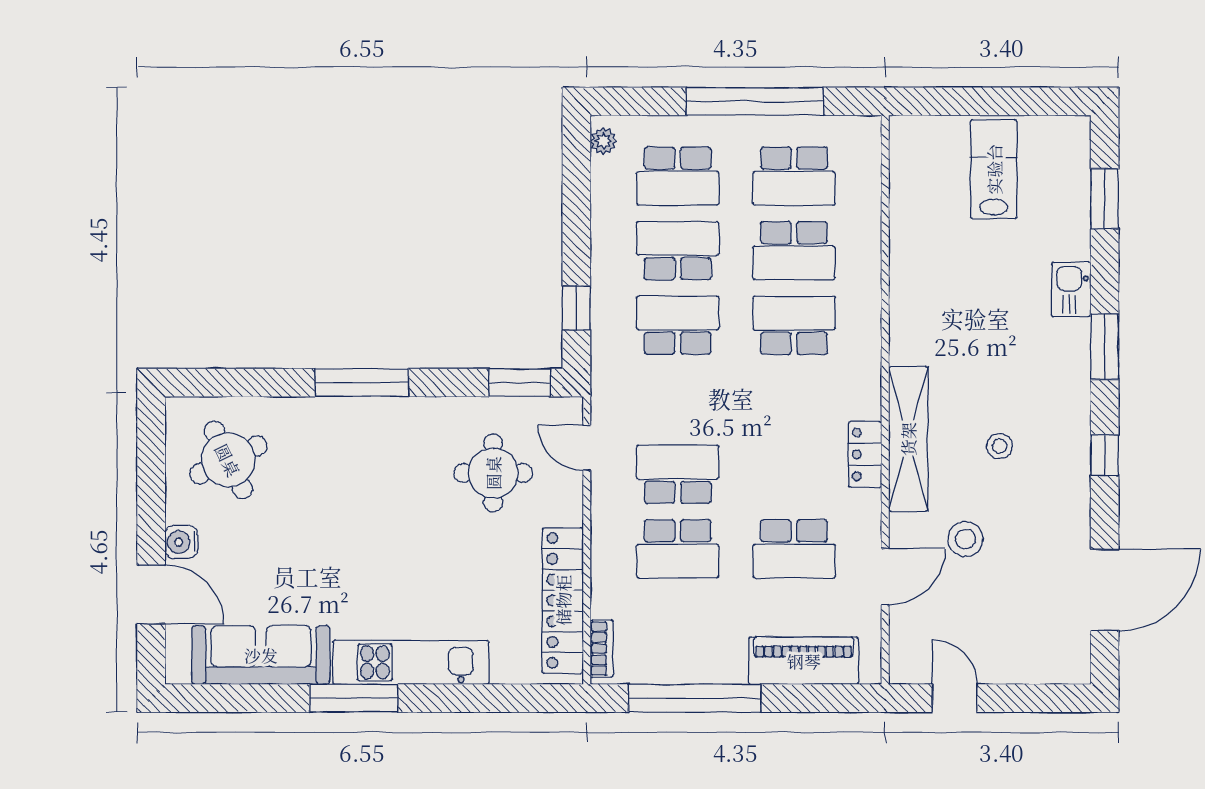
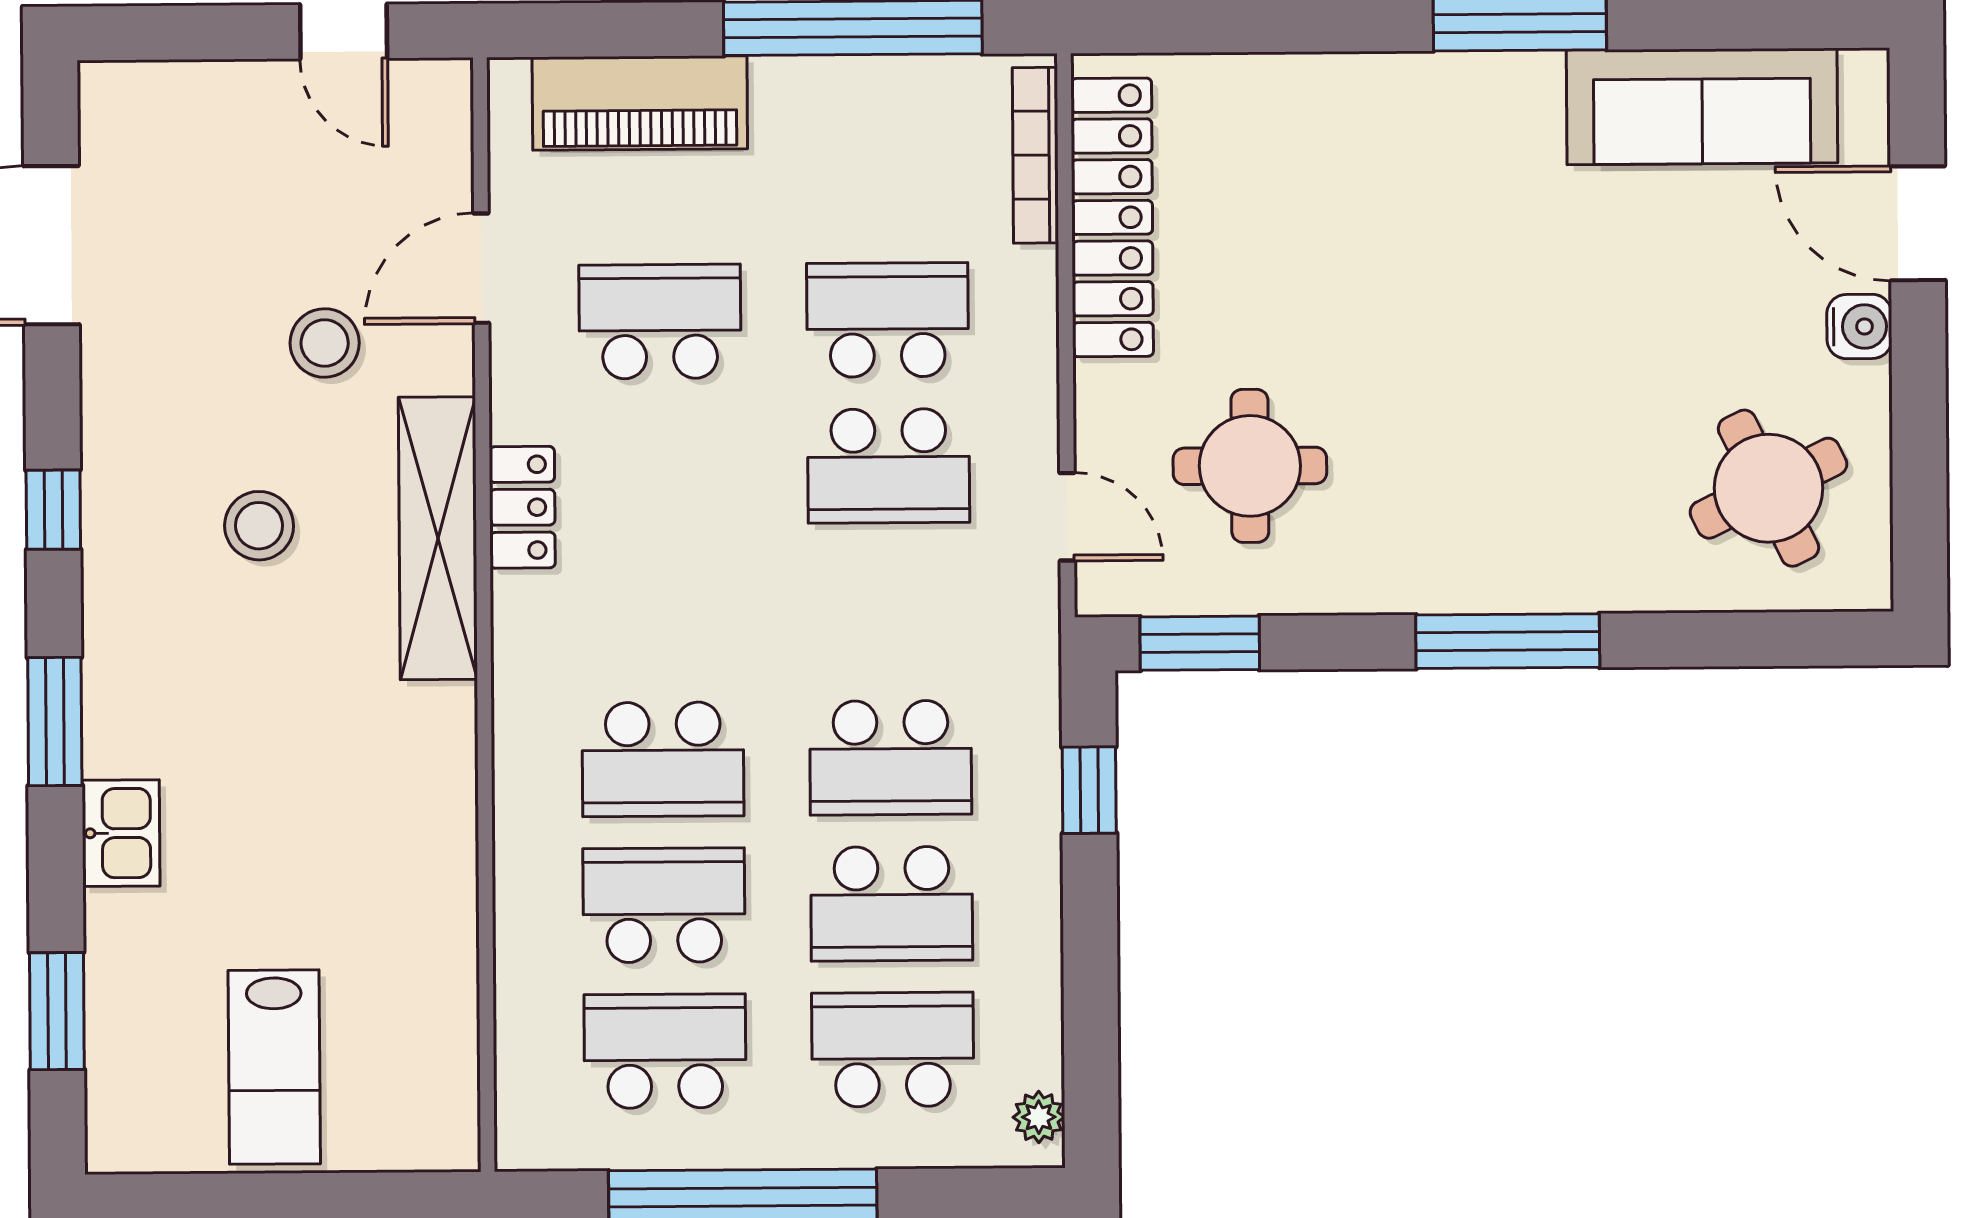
stool: (1000, 446) -> (259, 526), width x1.37, depth x1.37
bookcase: (602, 649) -> (1035, 155), width x1.56
kitchen unit: (411, 662) -> (1408, 94), removed

